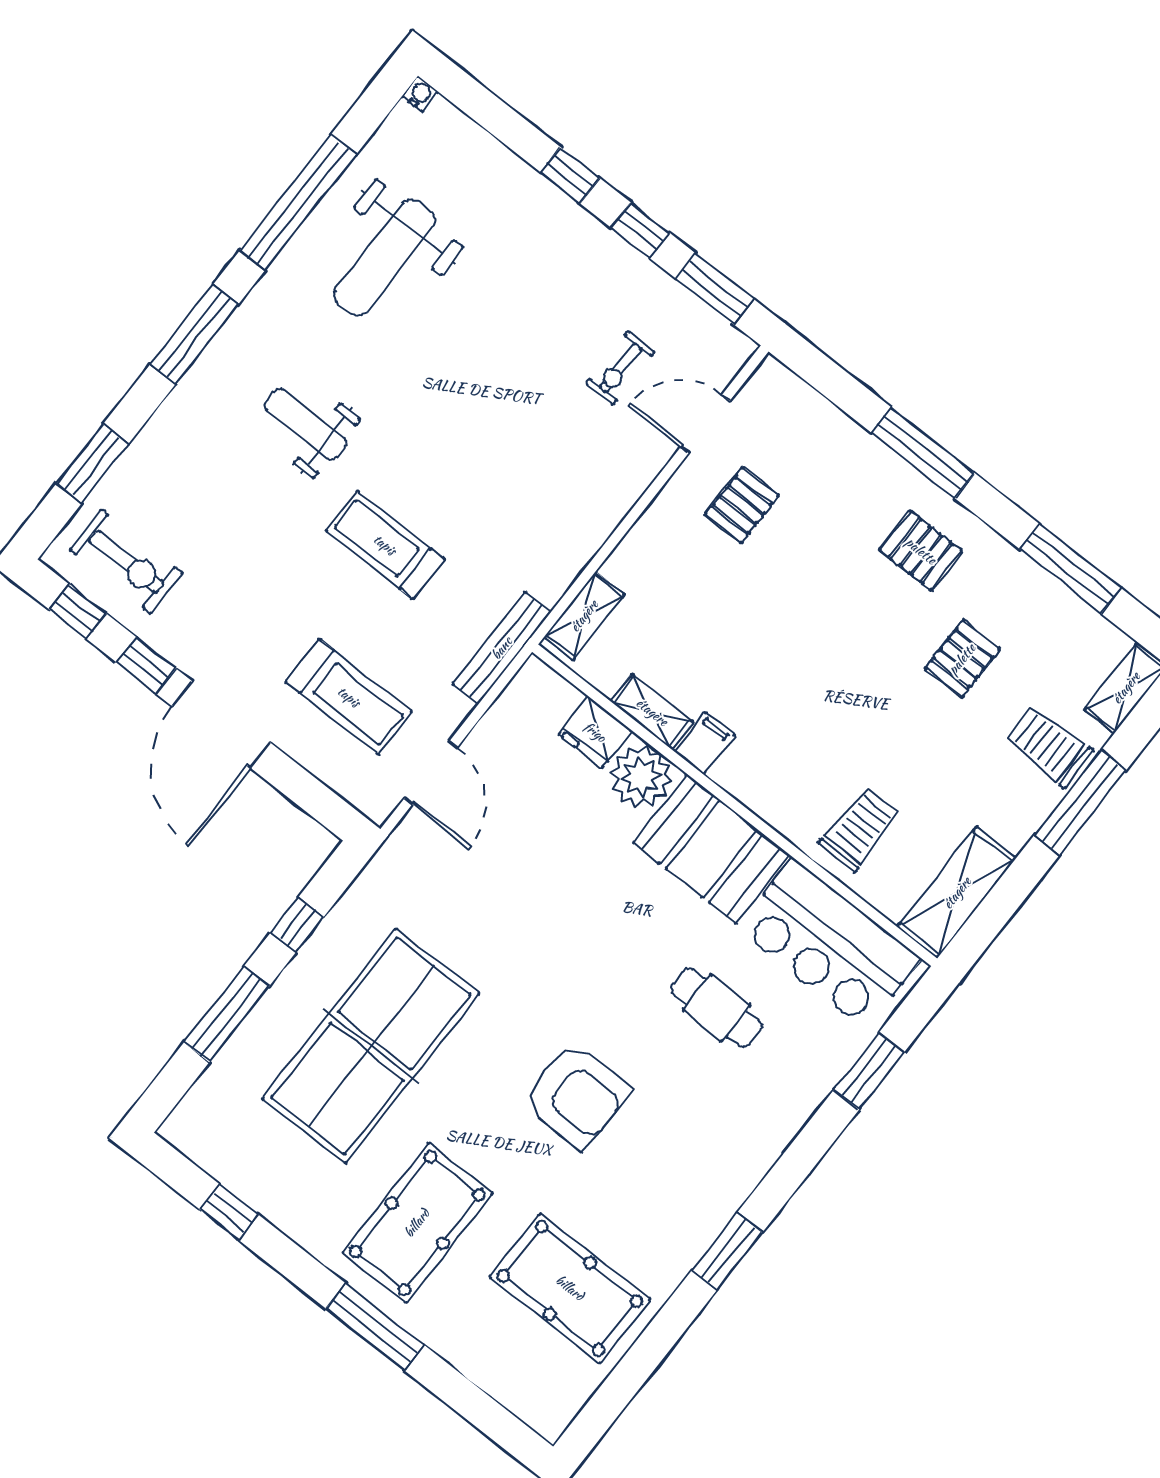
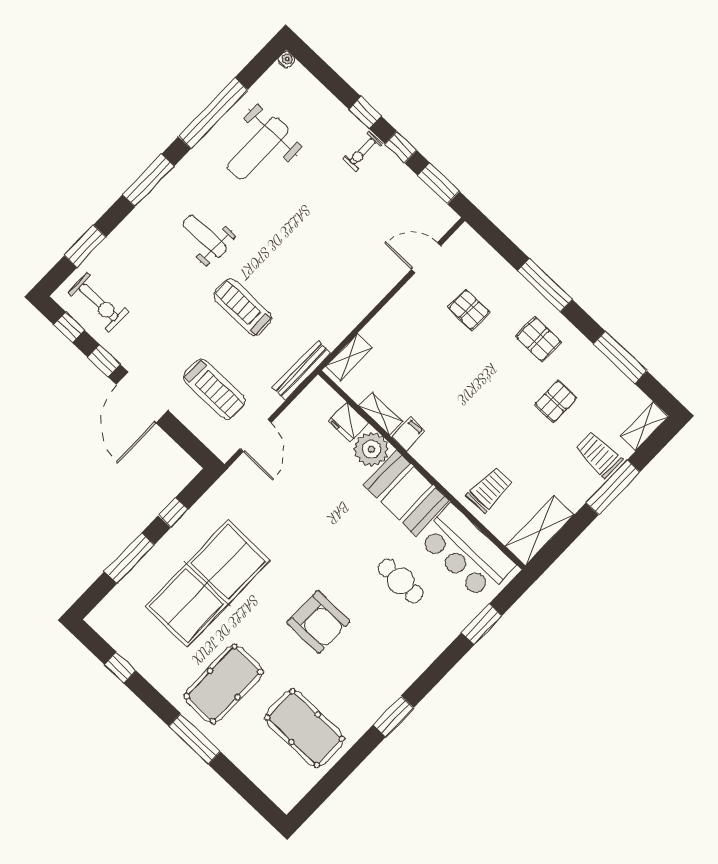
exercise bike: (620, 368) -> (363, 151), moved
pallet: (742, 505) -> (469, 310), moved, turned 90

